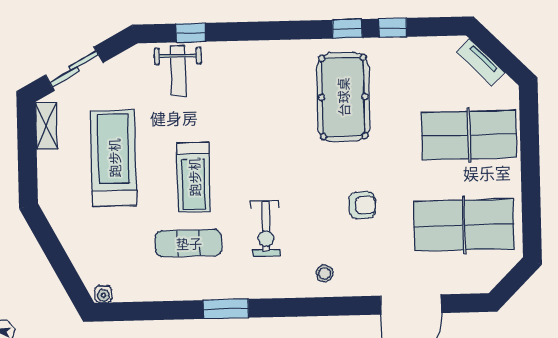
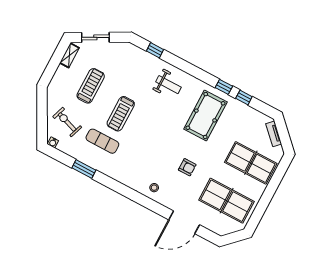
weight bench: (178, 71) -> (168, 85), moved, turned -90
treadmill: (114, 158) -> (91, 86), width x0.73, depth x0.73
exercise bike: (266, 229) -> (67, 122), moved, turned 109
window: (226, 309) -> (84, 169), moved

